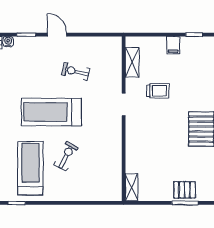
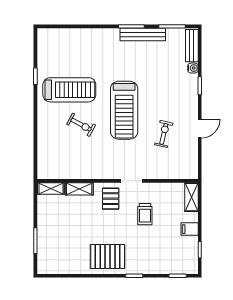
door: (57, 35) -> (200, 129), moved
shelving: (132, 62) -> (191, 197), moved, turned 90
treadmill: (51, 112) -> (124, 110), turned 180
shelving: (132, 158) -> (79, 189), added
pallet: (185, 190) -> (111, 199), moved

